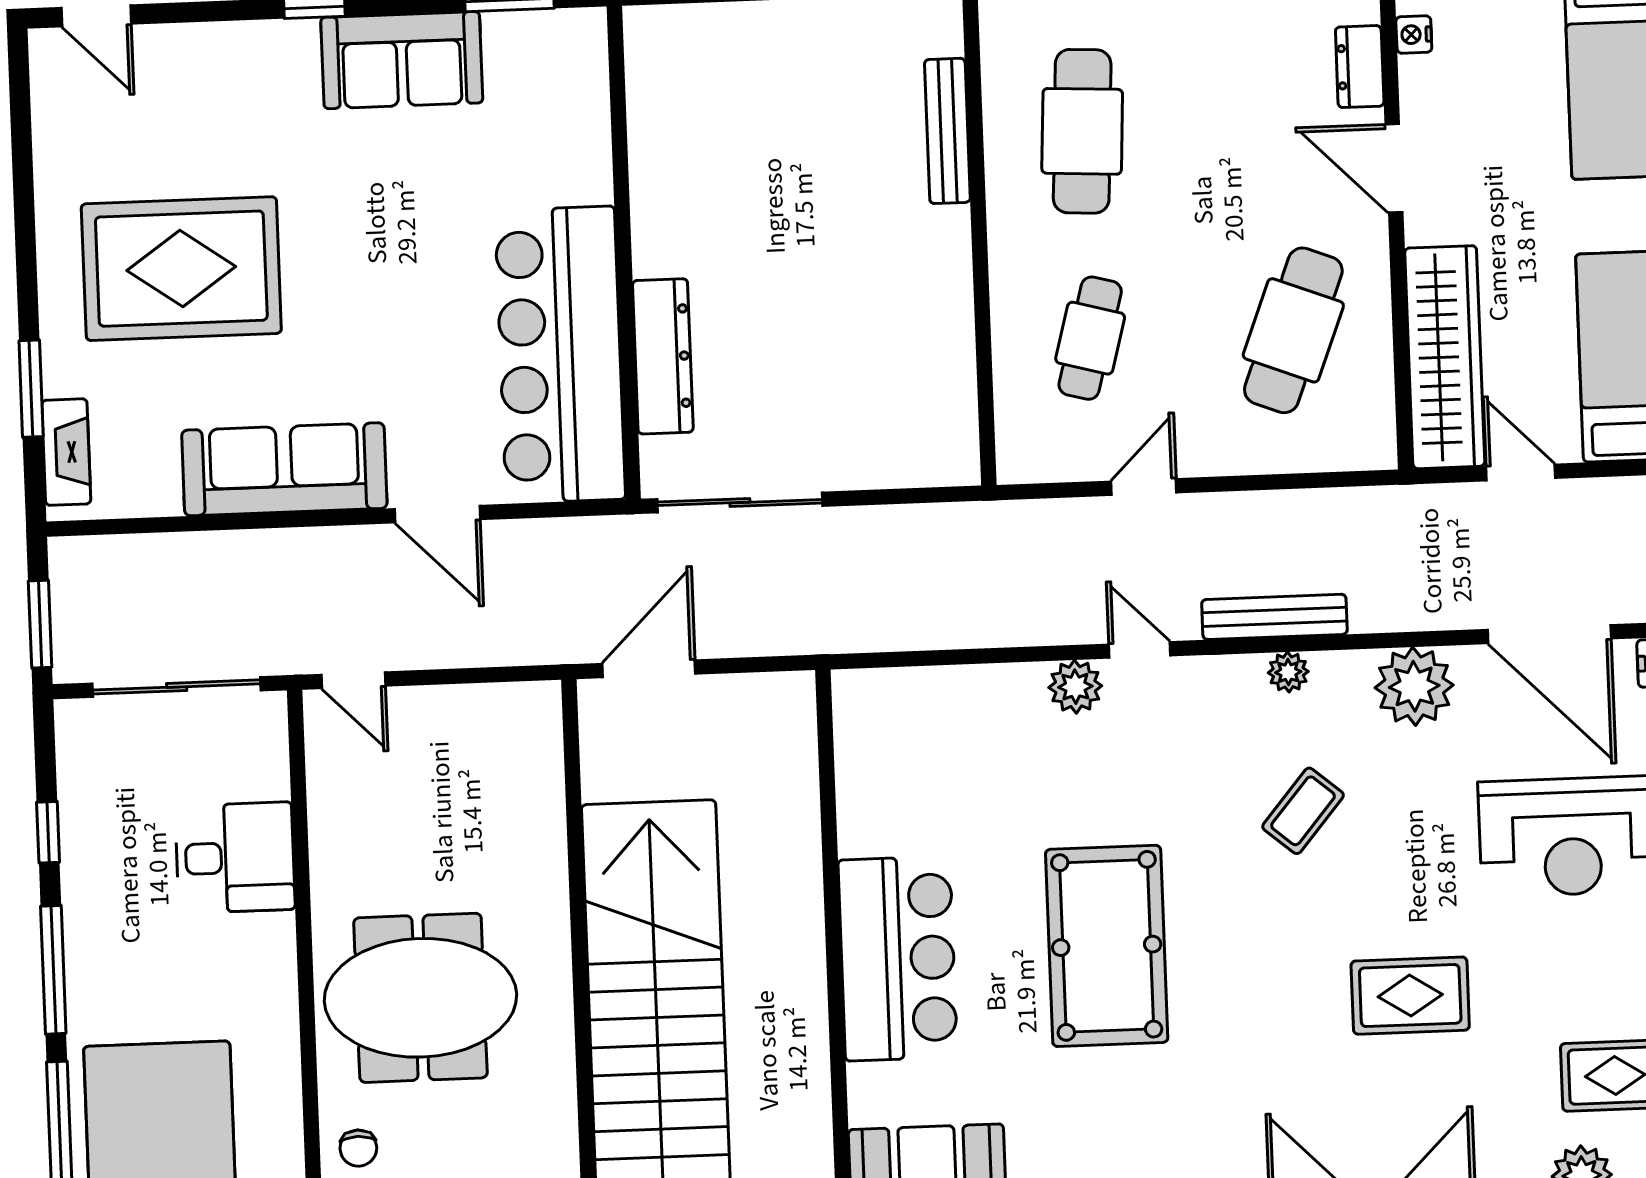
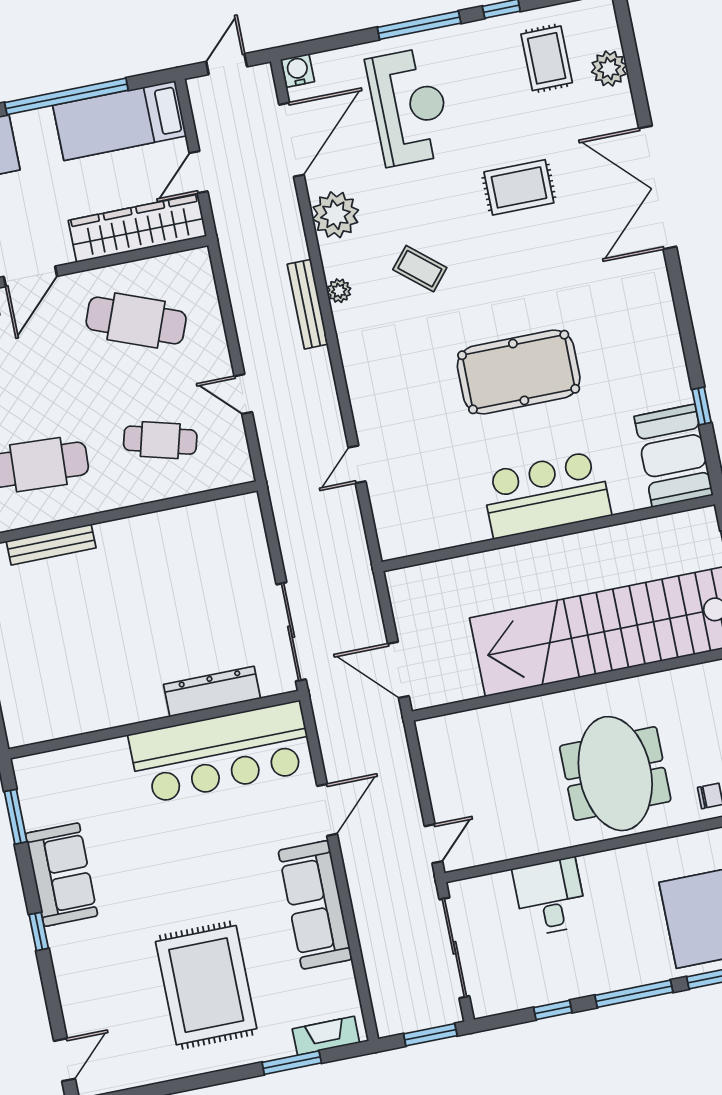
door: (1140, 650) -> (357, 464), moved
plant: (1075, 687) -> (368, 415), removed
rug: (1410, 996) -> (519, 187), turned 90

